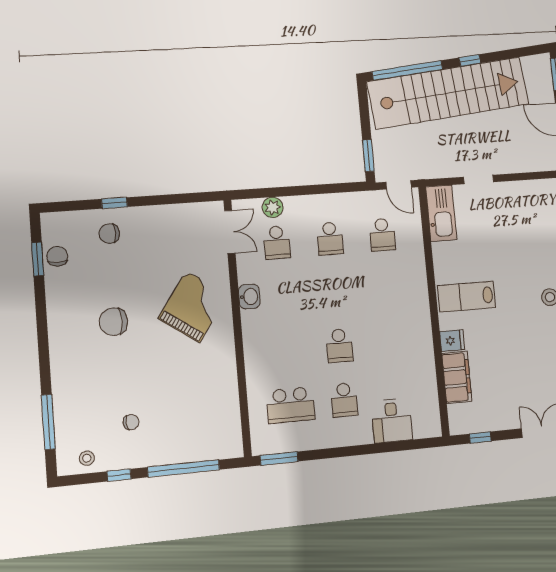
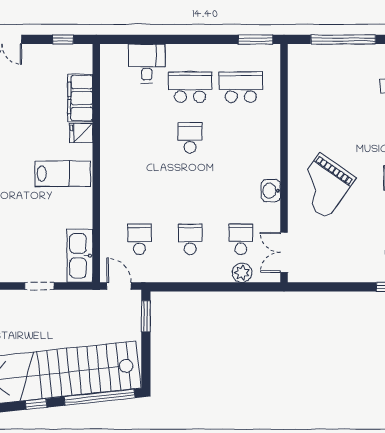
school desk: (344, 400) -> (190, 87), width x1.85

